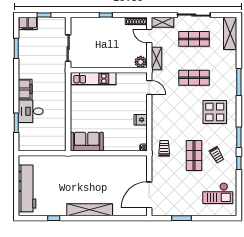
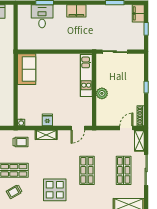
shelving: (156, 59) -> (46, 135), moved
plant: (141, 62) -> (102, 93), moved
desk: (31, 111) -> (42, 16), moved

